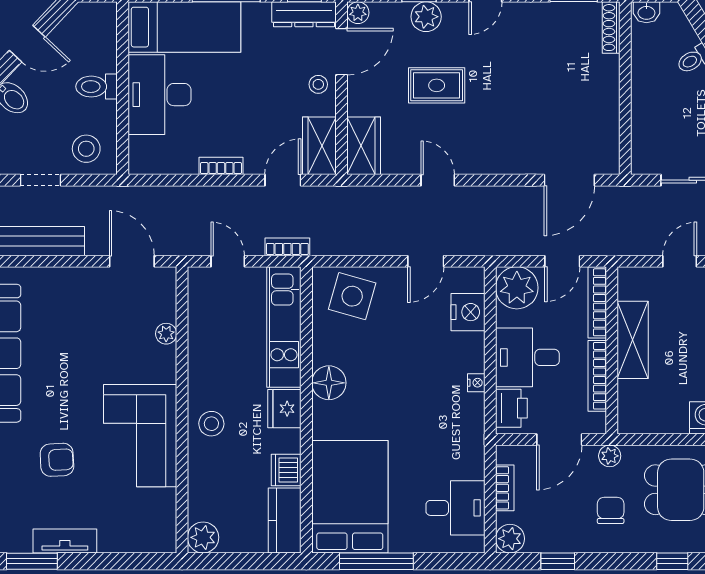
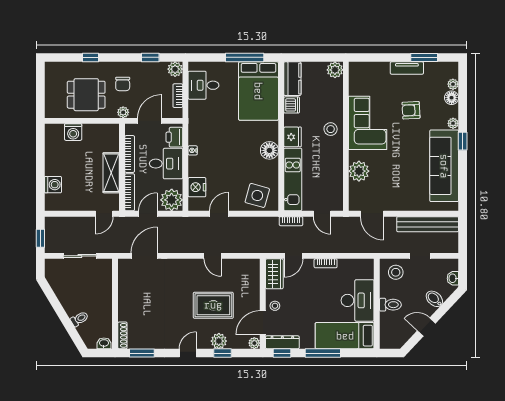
rug: (437, 85) -> (213, 305), width x1.36, depth x1.43
wardrobe: (364, 146) -> (251, 274), removed
door: (680, 261) -> (104, 214), moved
plant: (166, 334) -> (359, 171), width x1.87, depth x1.87

